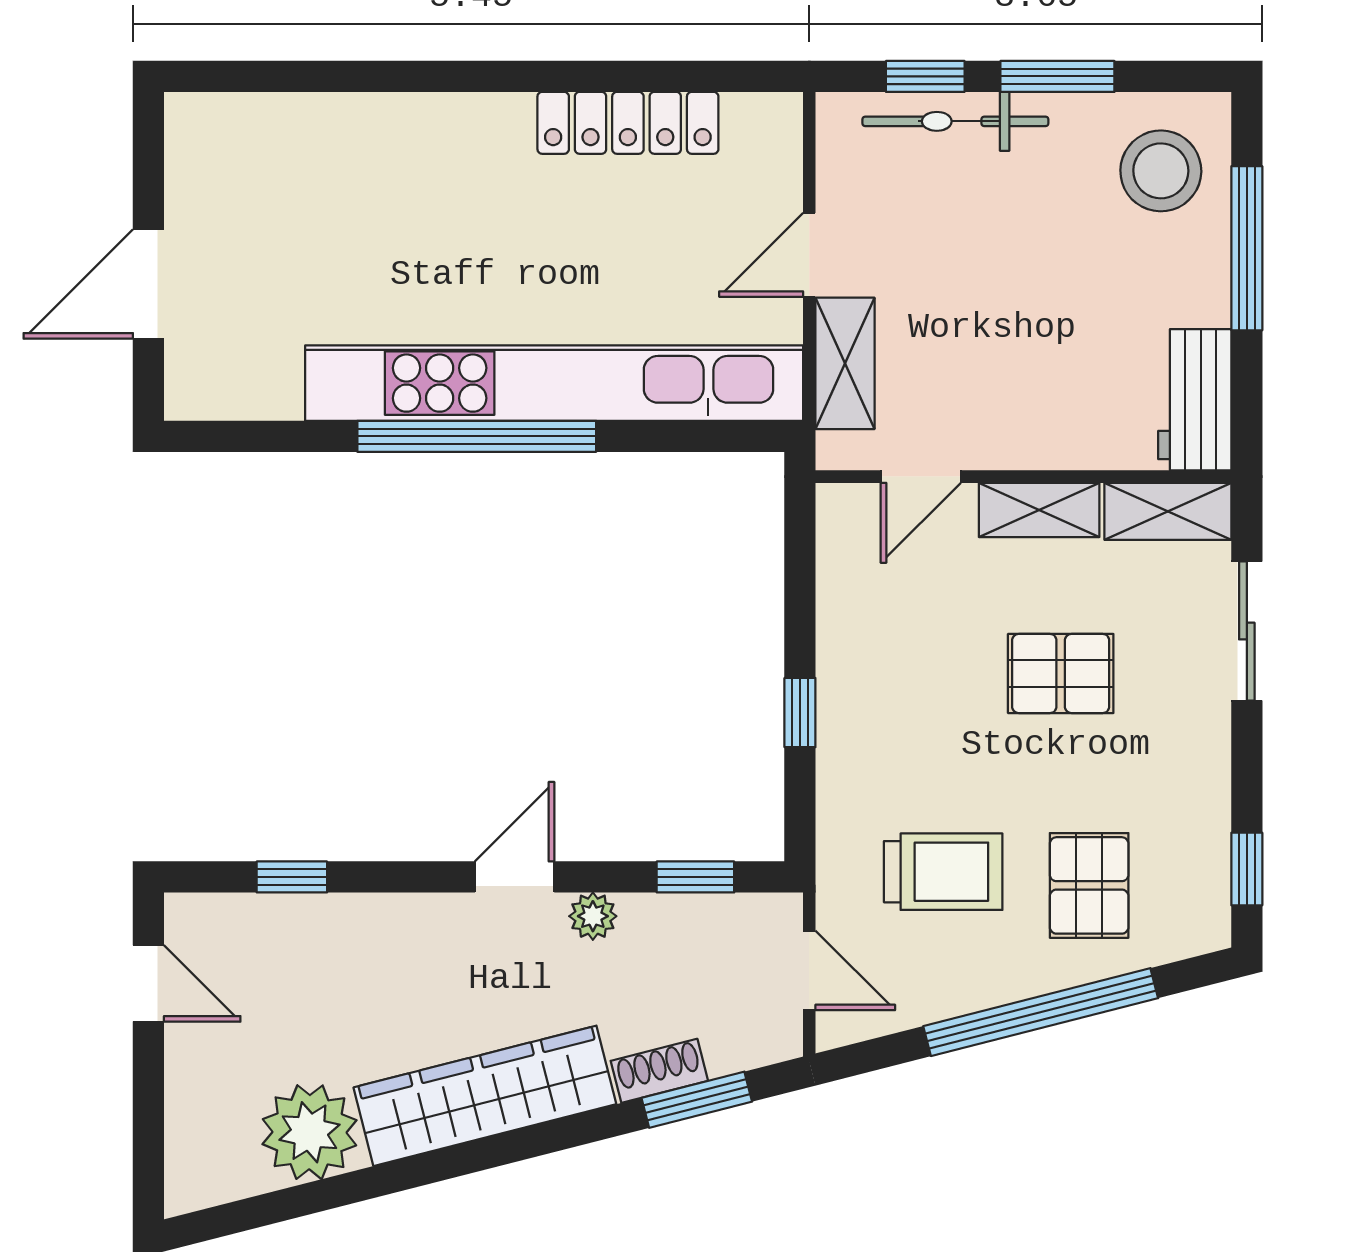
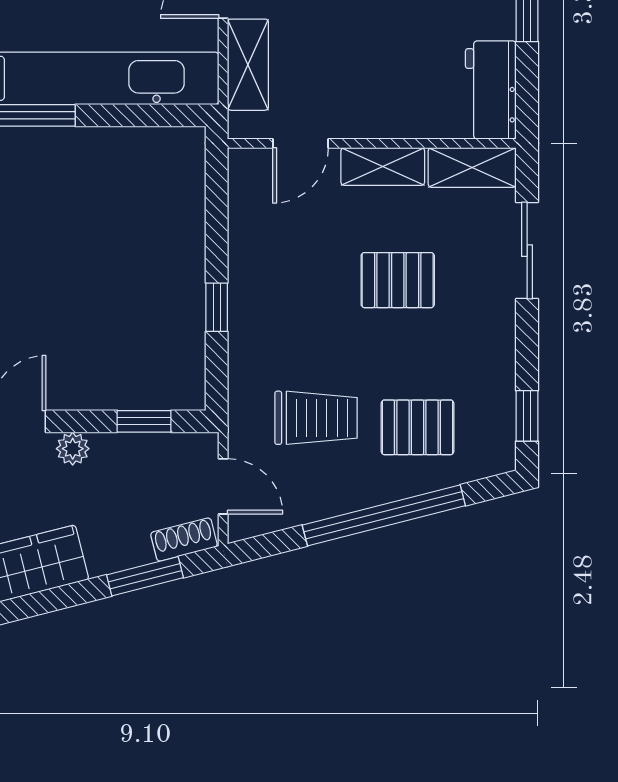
pallet: (1089, 885) -> (417, 427), turned 90
shoe rack: (659, 1071) -> (184, 540), moved

